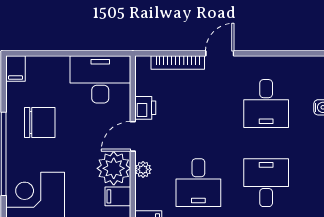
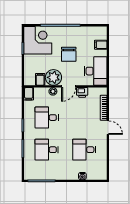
filing cabinet: (16, 69) -> (101, 45), moved
chair: (40, 122) -> (69, 54), moved
door: (133, 136) -> (69, 86), swing flipped
desk: (266, 183) -> (47, 150), turned 180

